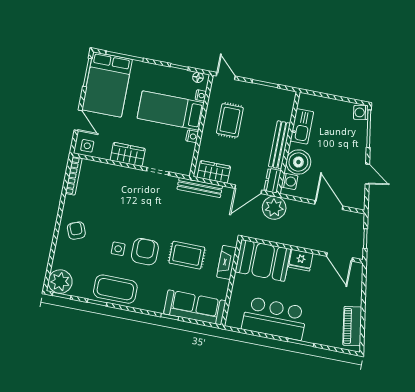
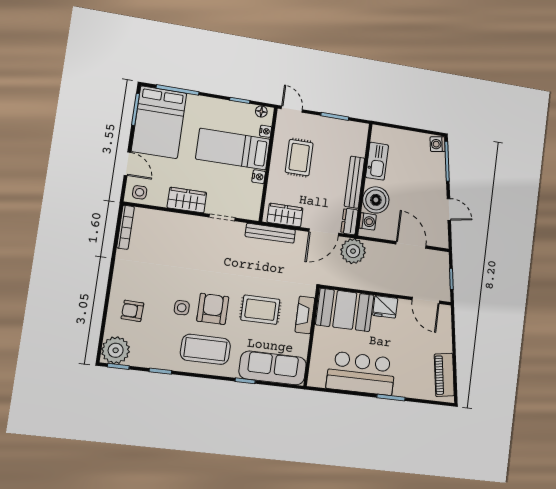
armchair: (76, 231) -> (132, 311), moved, turned -66
coffee table: (115, 289) -> (205, 349), moved

